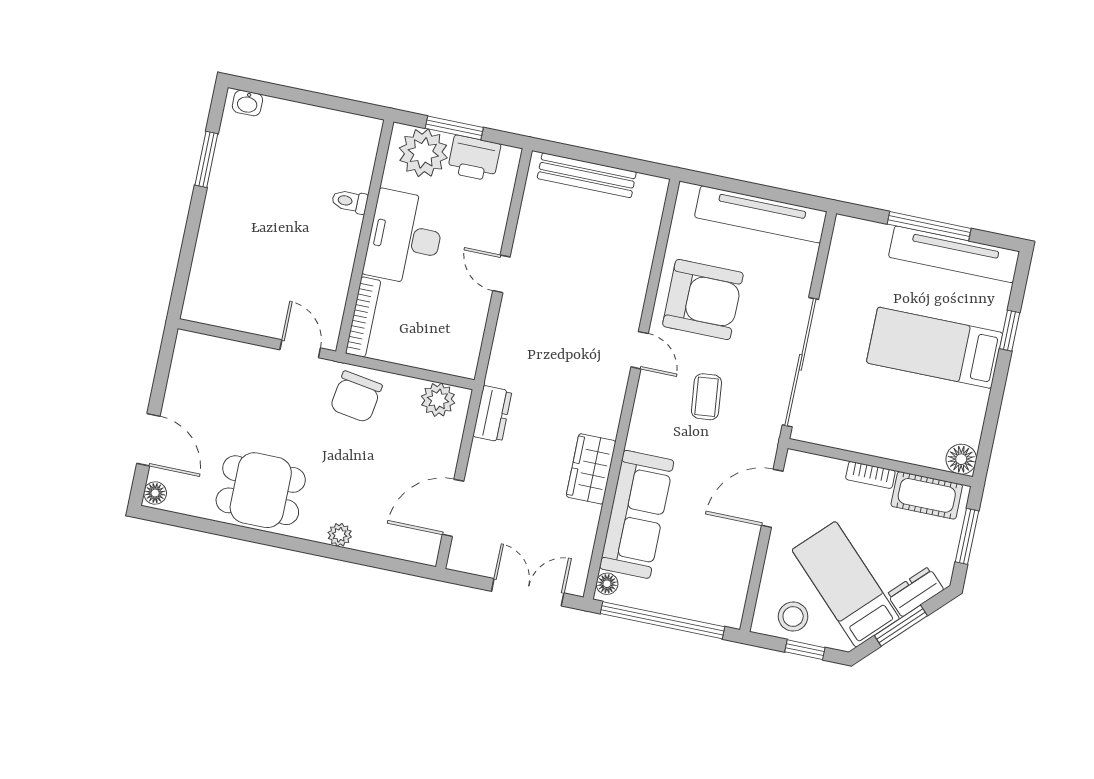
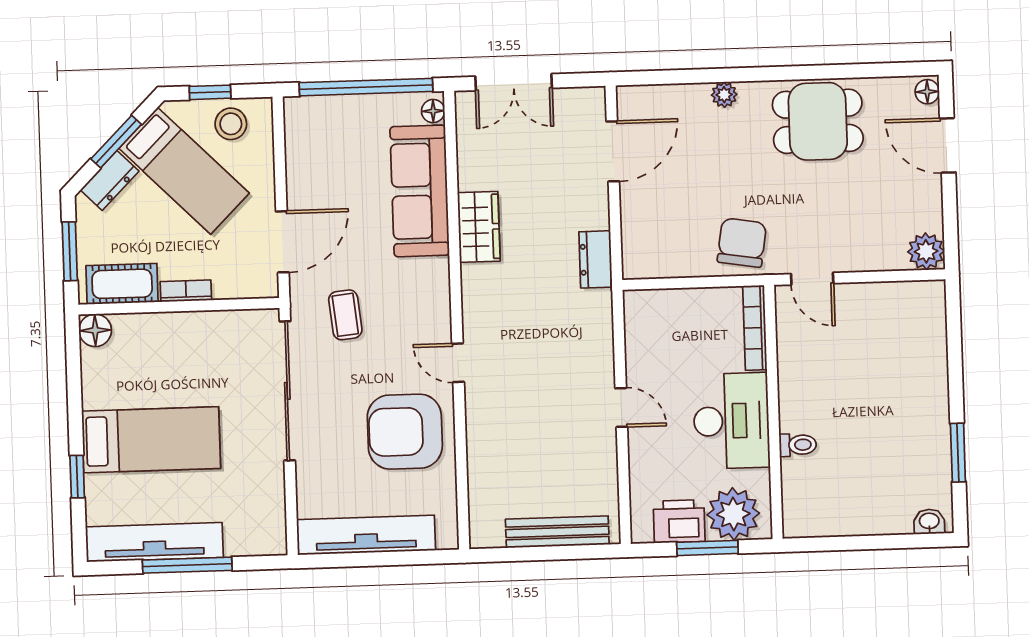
coffee table: (706, 397) -> (345, 315), moved
plant: (438, 400) -> (926, 251), moved

